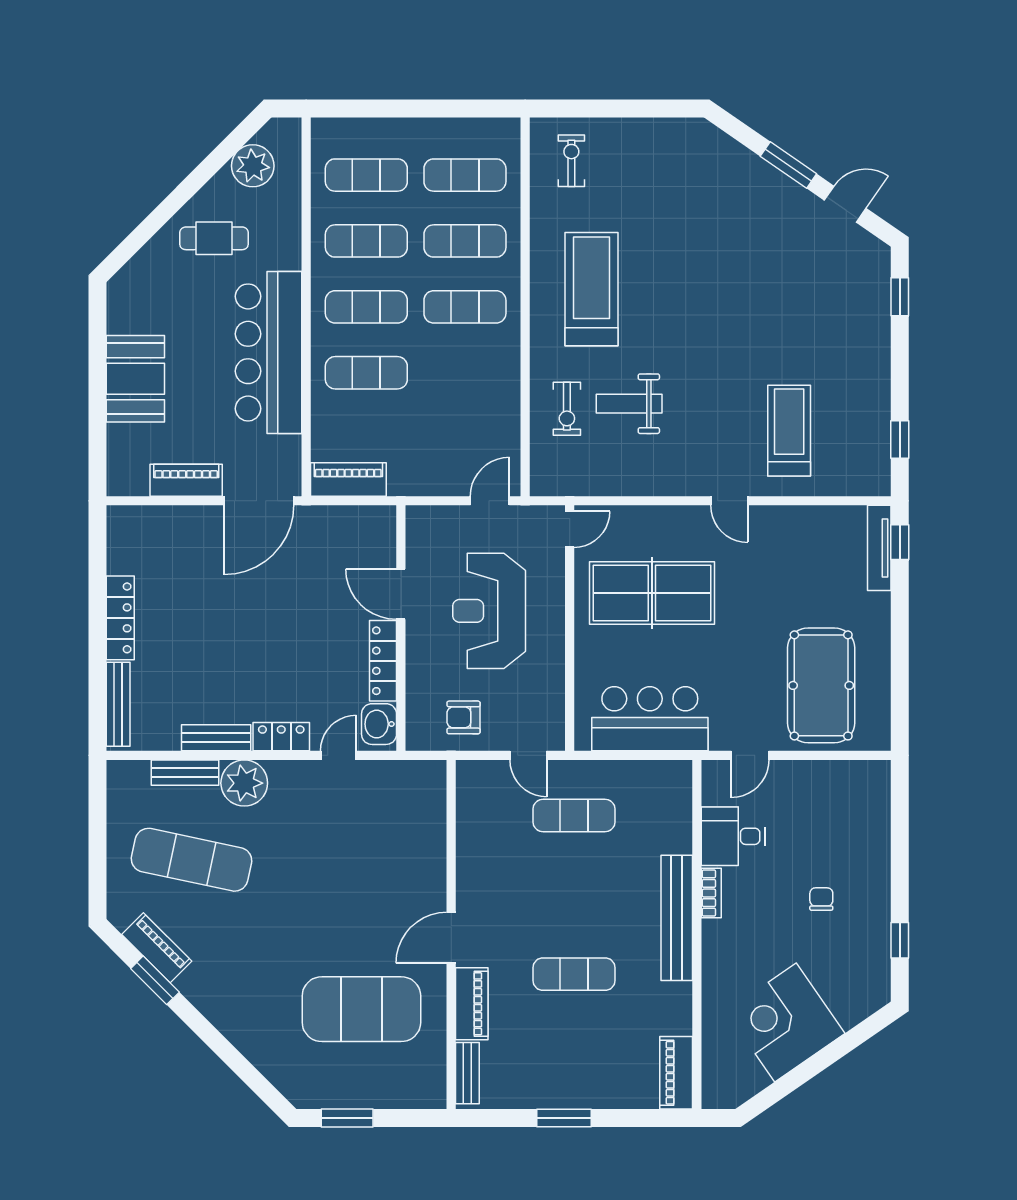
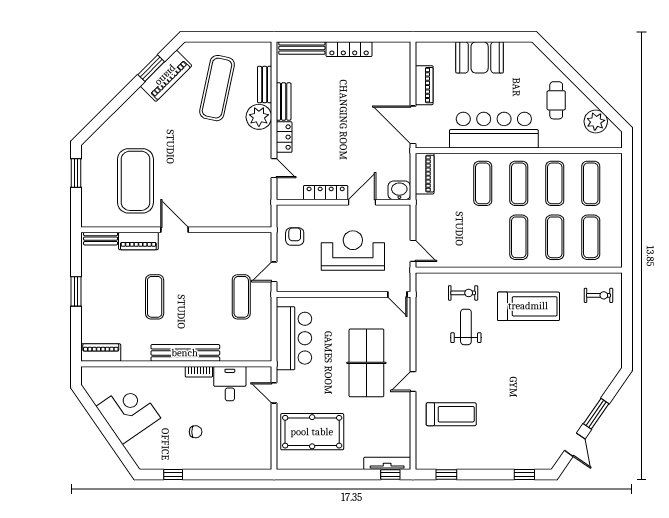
exercise bike: (567, 409) -> (463, 293), turned 180
table tennis table: (652, 593) -> (366, 363), moved
washbasin: (379, 724) -> (399, 190), moved
piano: (157, 948) -> (166, 76), width x1.37, depth x1.33

